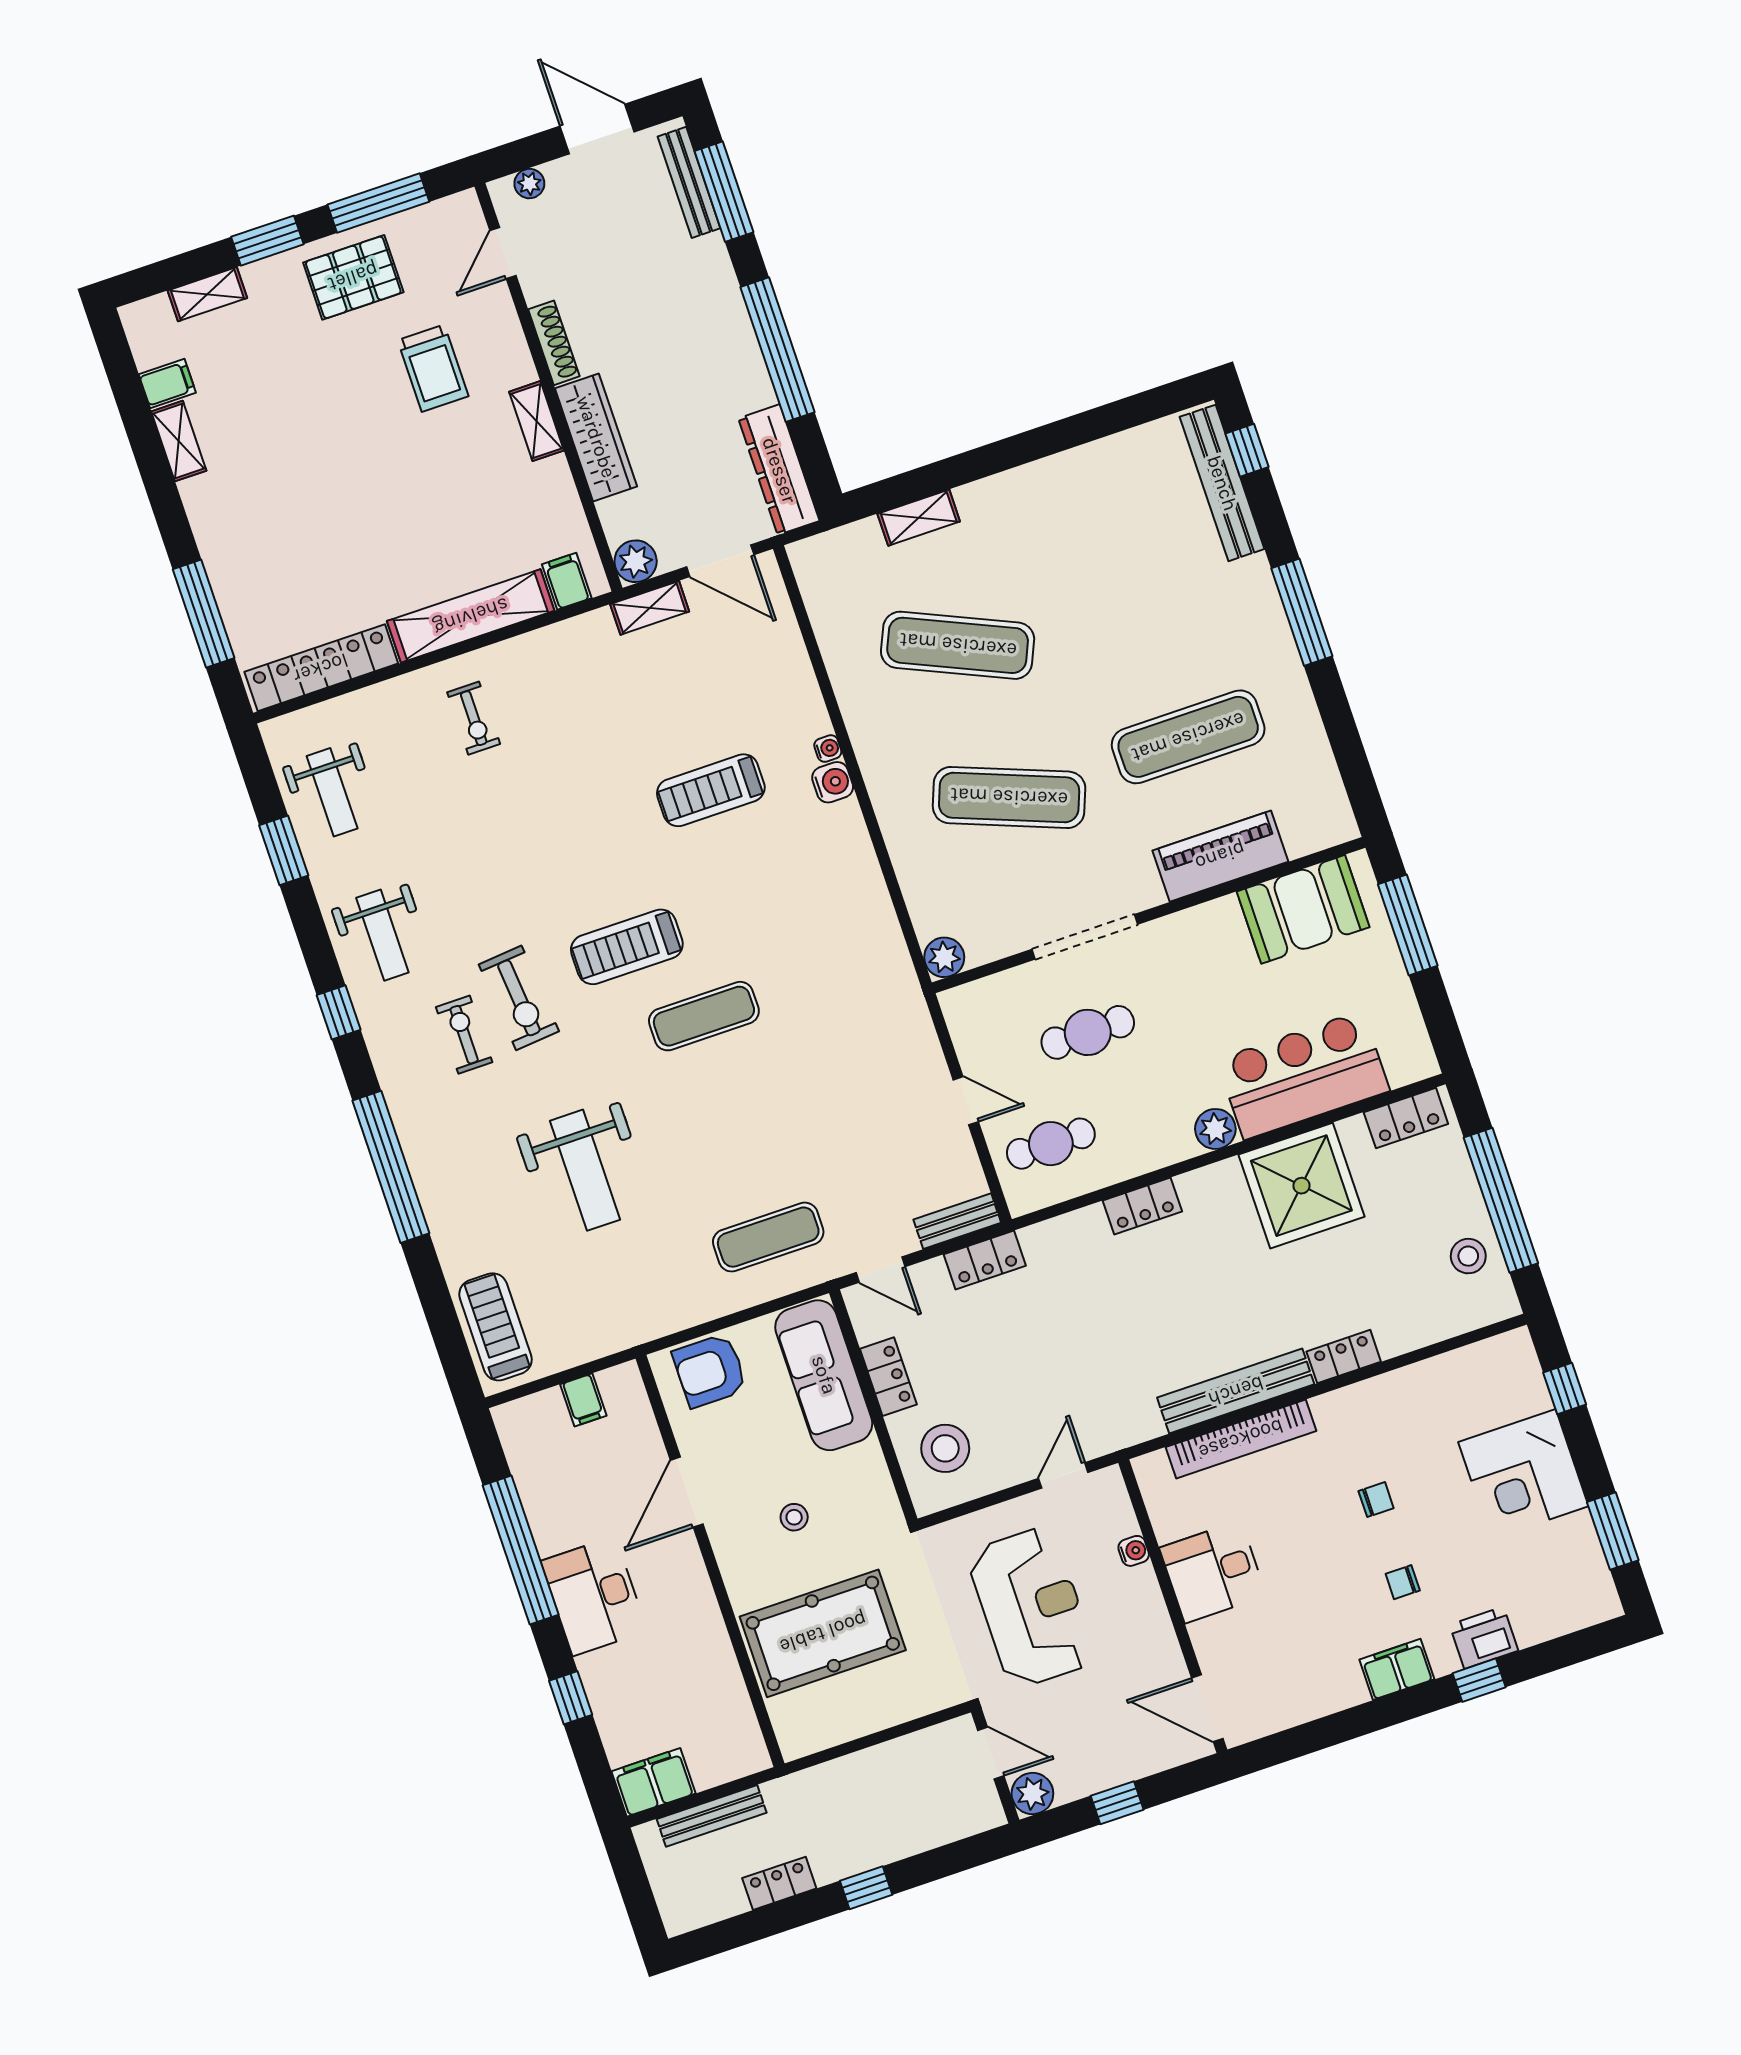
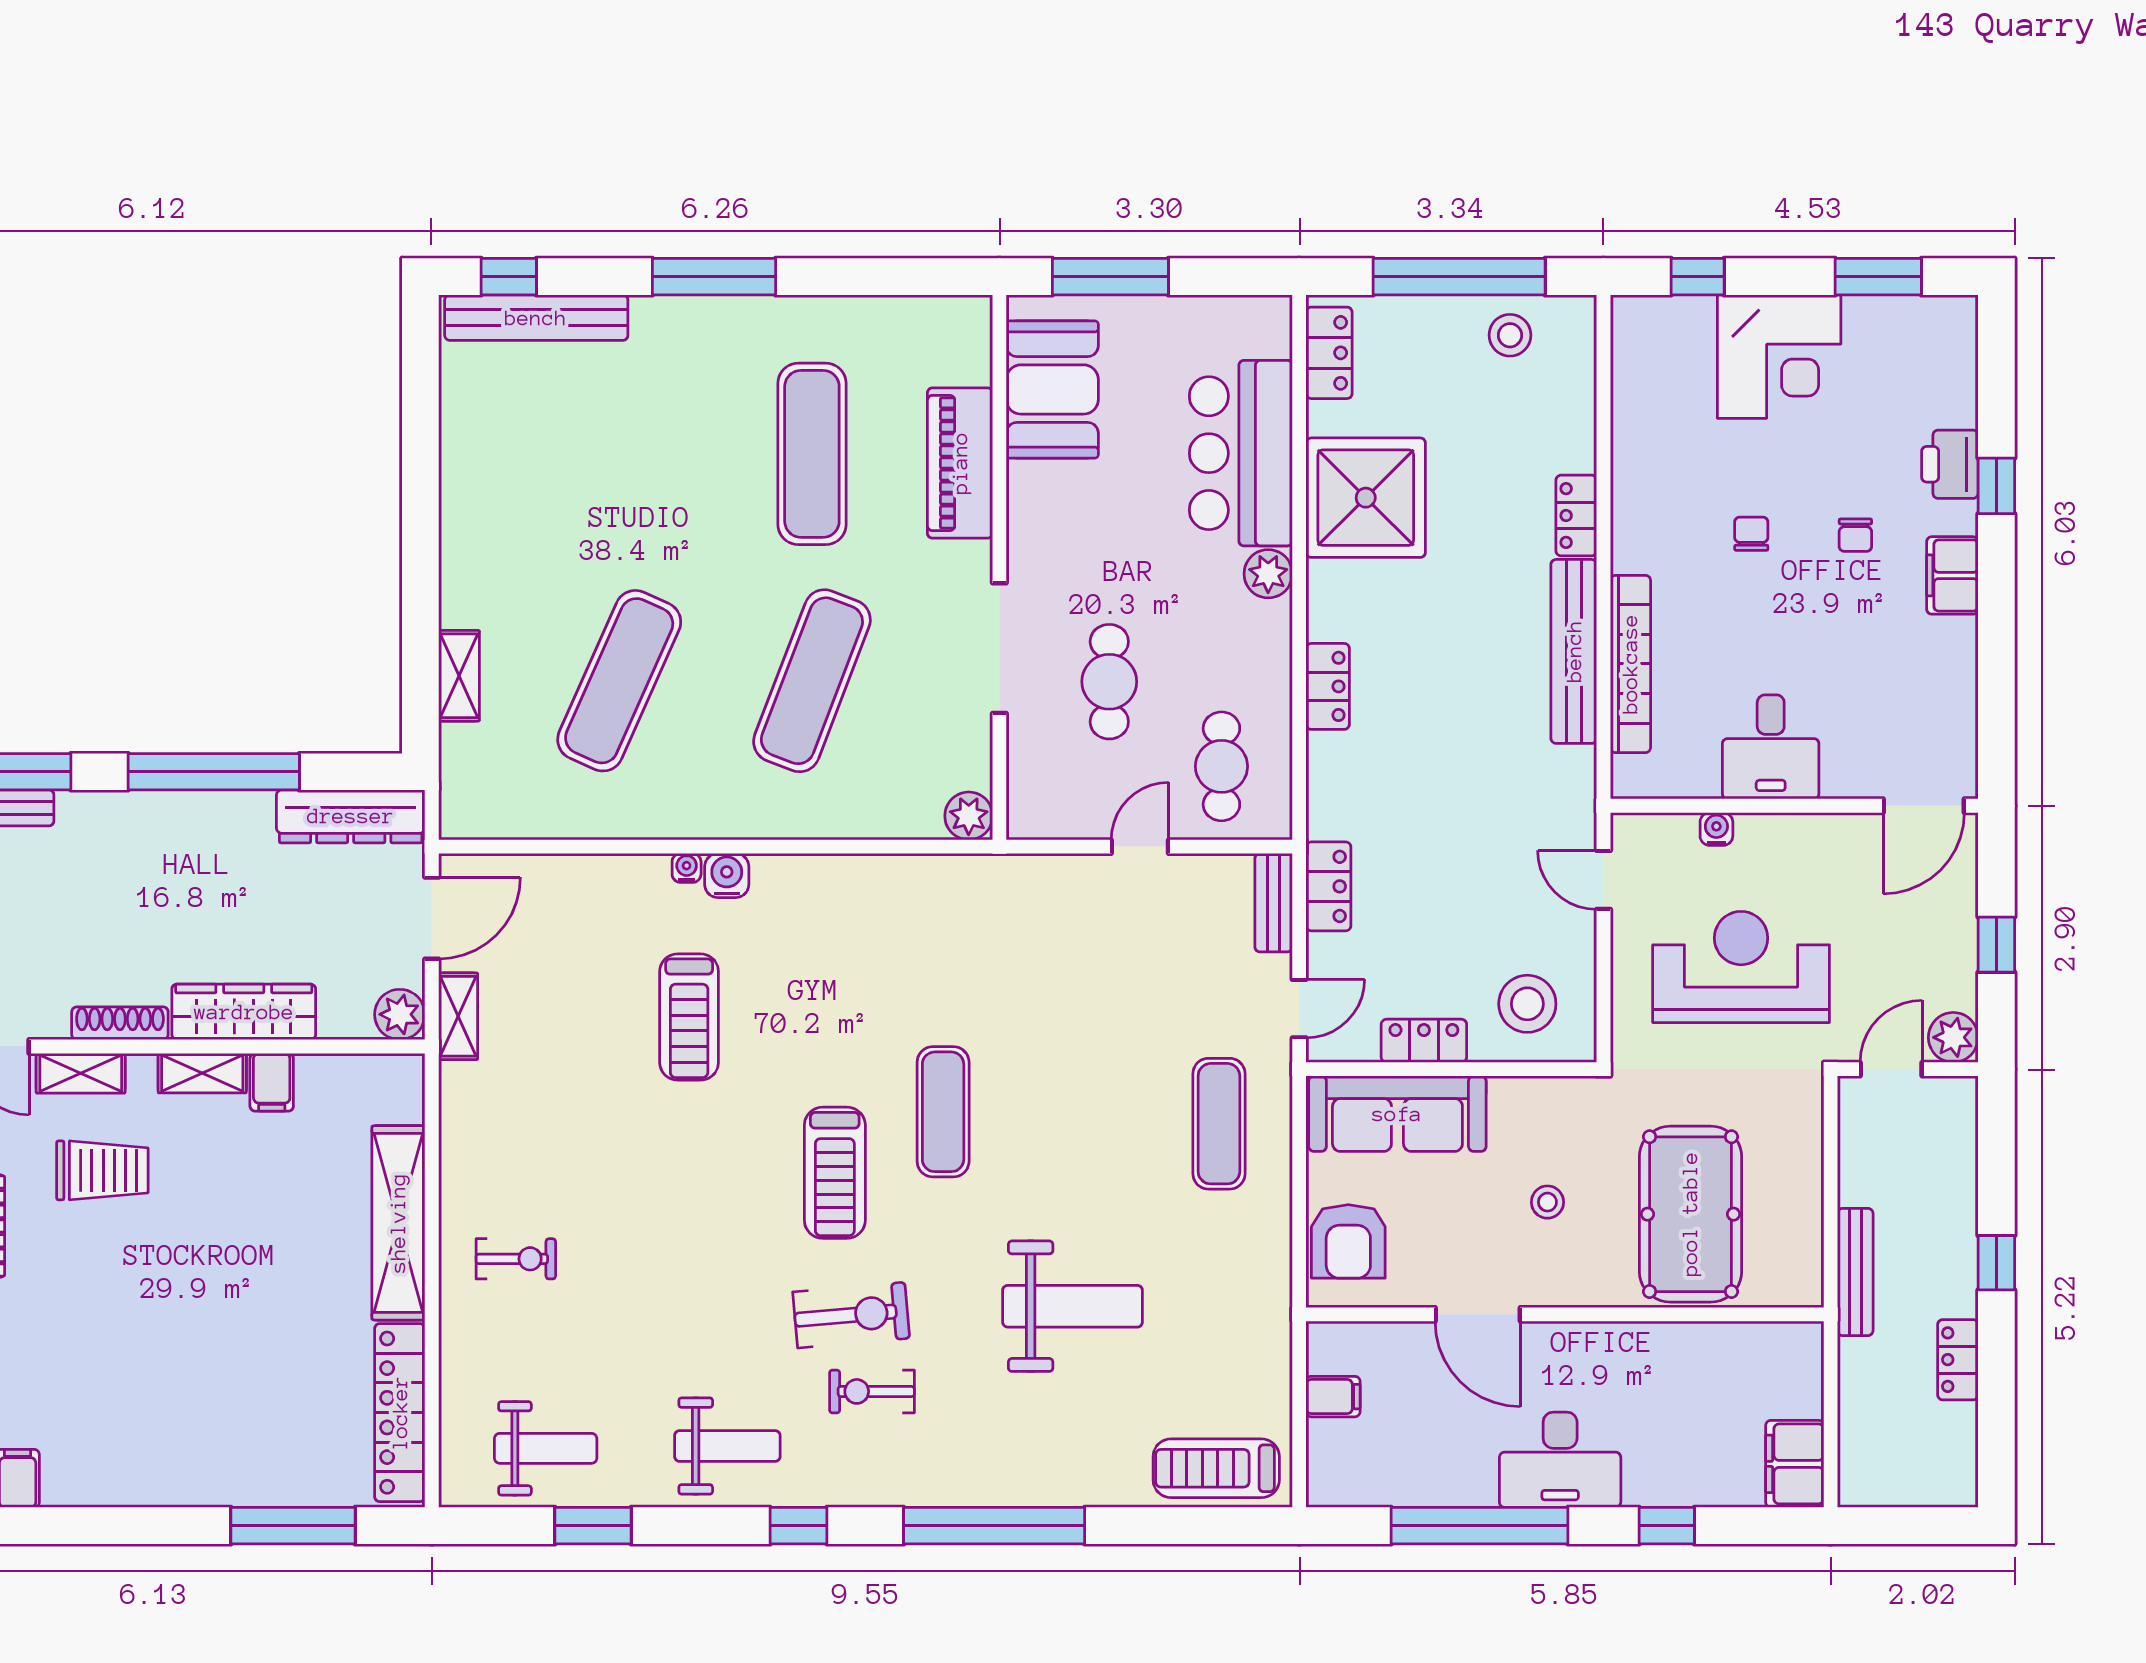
shelving: (179, 441) -> (81, 1073), moved
filing cabinet: (567, 581) -> (272, 1082), moved, turned -90
bench: (712, 1816) -> (1855, 1272), moved

